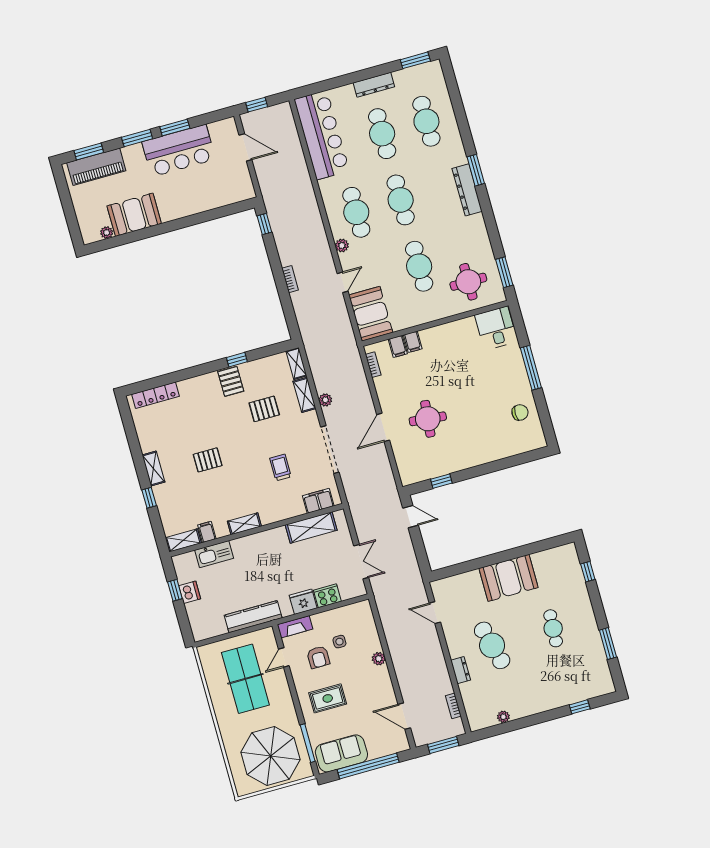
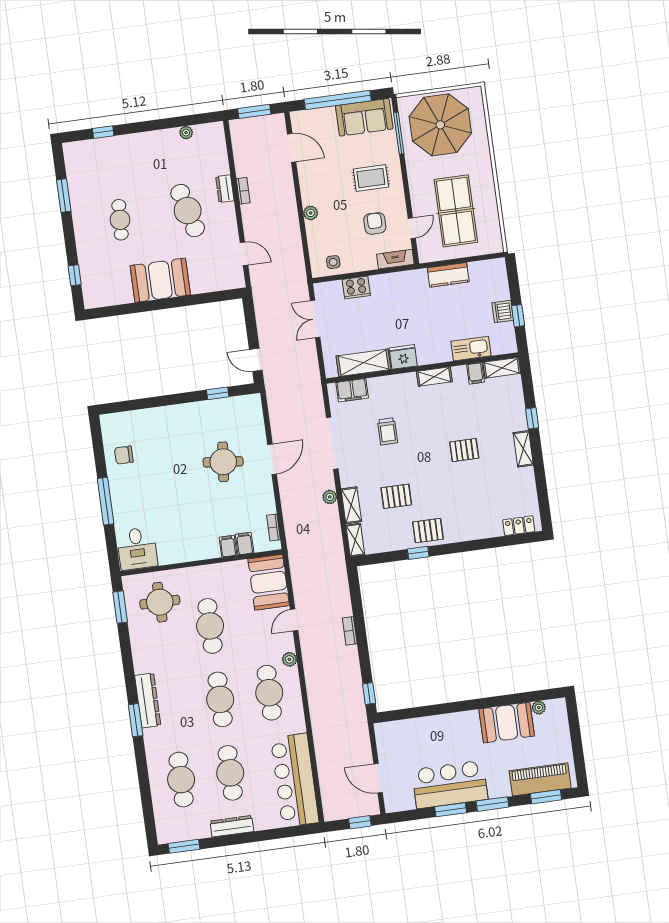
pallet: (231, 381) -> (428, 531), turned 90
locker: (155, 395) -> (519, 526), width x0.66
fridge: (303, 602) -> (403, 357), moved, turned 180
kitchen counter: (253, 617) -> (448, 275), width x0.67
side table: (339, 642) -> (333, 262), moved
bookcase: (453, 706) -> (243, 191), moved

